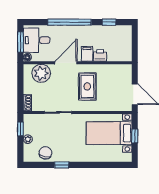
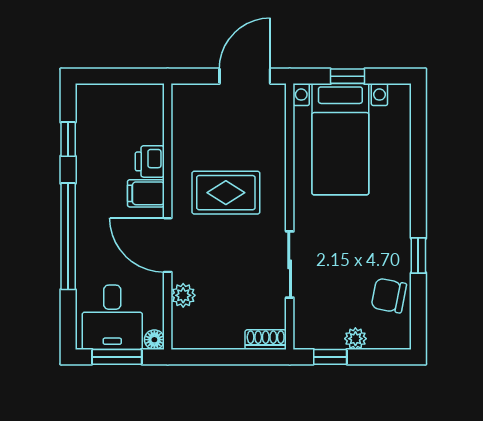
plant: (41, 73) -> (183, 295), width x0.53, depth x0.53

